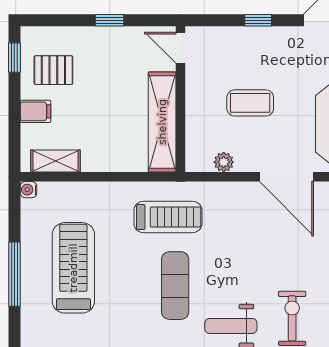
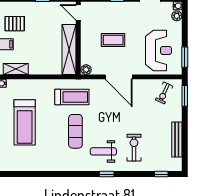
plant: (224, 162) -> (86, 70), moved
door: (286, 177) -> (119, 77), moved
treadmill: (73, 268) -> (25, 122), turned 180

